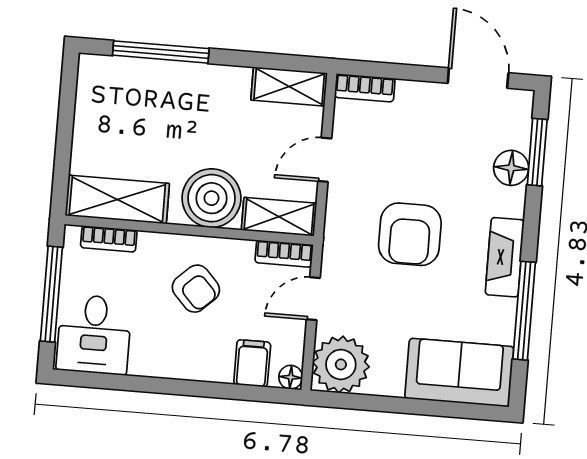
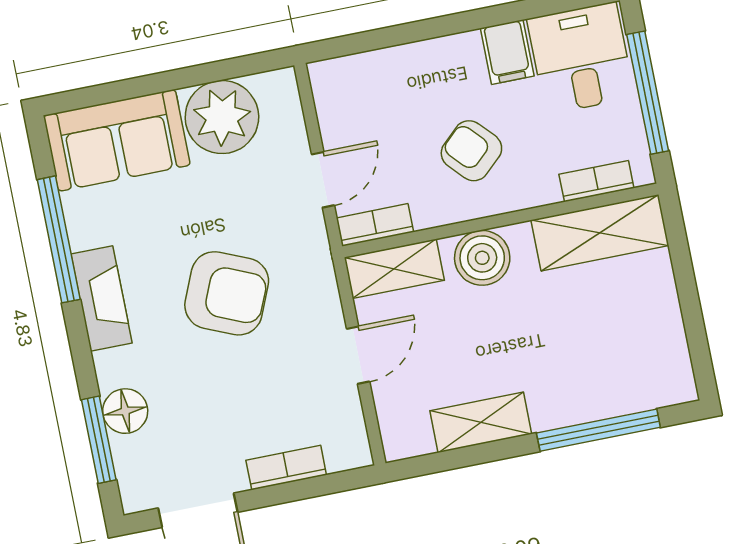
shelving: (289, 86) -> (481, 422), moved
bookcase: (365, 88) -> (286, 468), moved
boiler: (211, 198) -> (482, 258), width x0.73, depth x0.73
armchair: (410, 234) -> (227, 293), turned 113
filing cabinet: (252, 363) -> (507, 52), moved
plant: (341, 364) -> (222, 117), moved
floor lamp: (291, 377) -> (323, 75), removed

